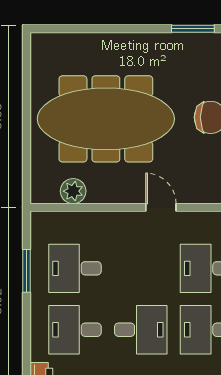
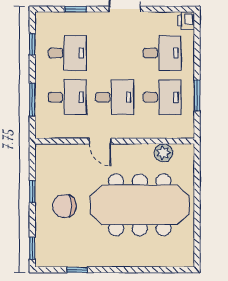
window: (193, 29) -> (77, 270), width x0.67
desk: (141, 330) -> (115, 97), moved, turned 180

